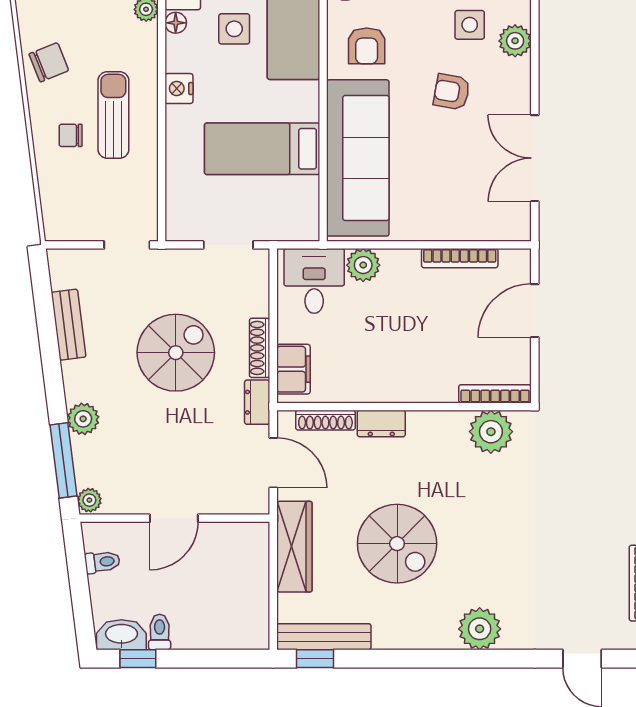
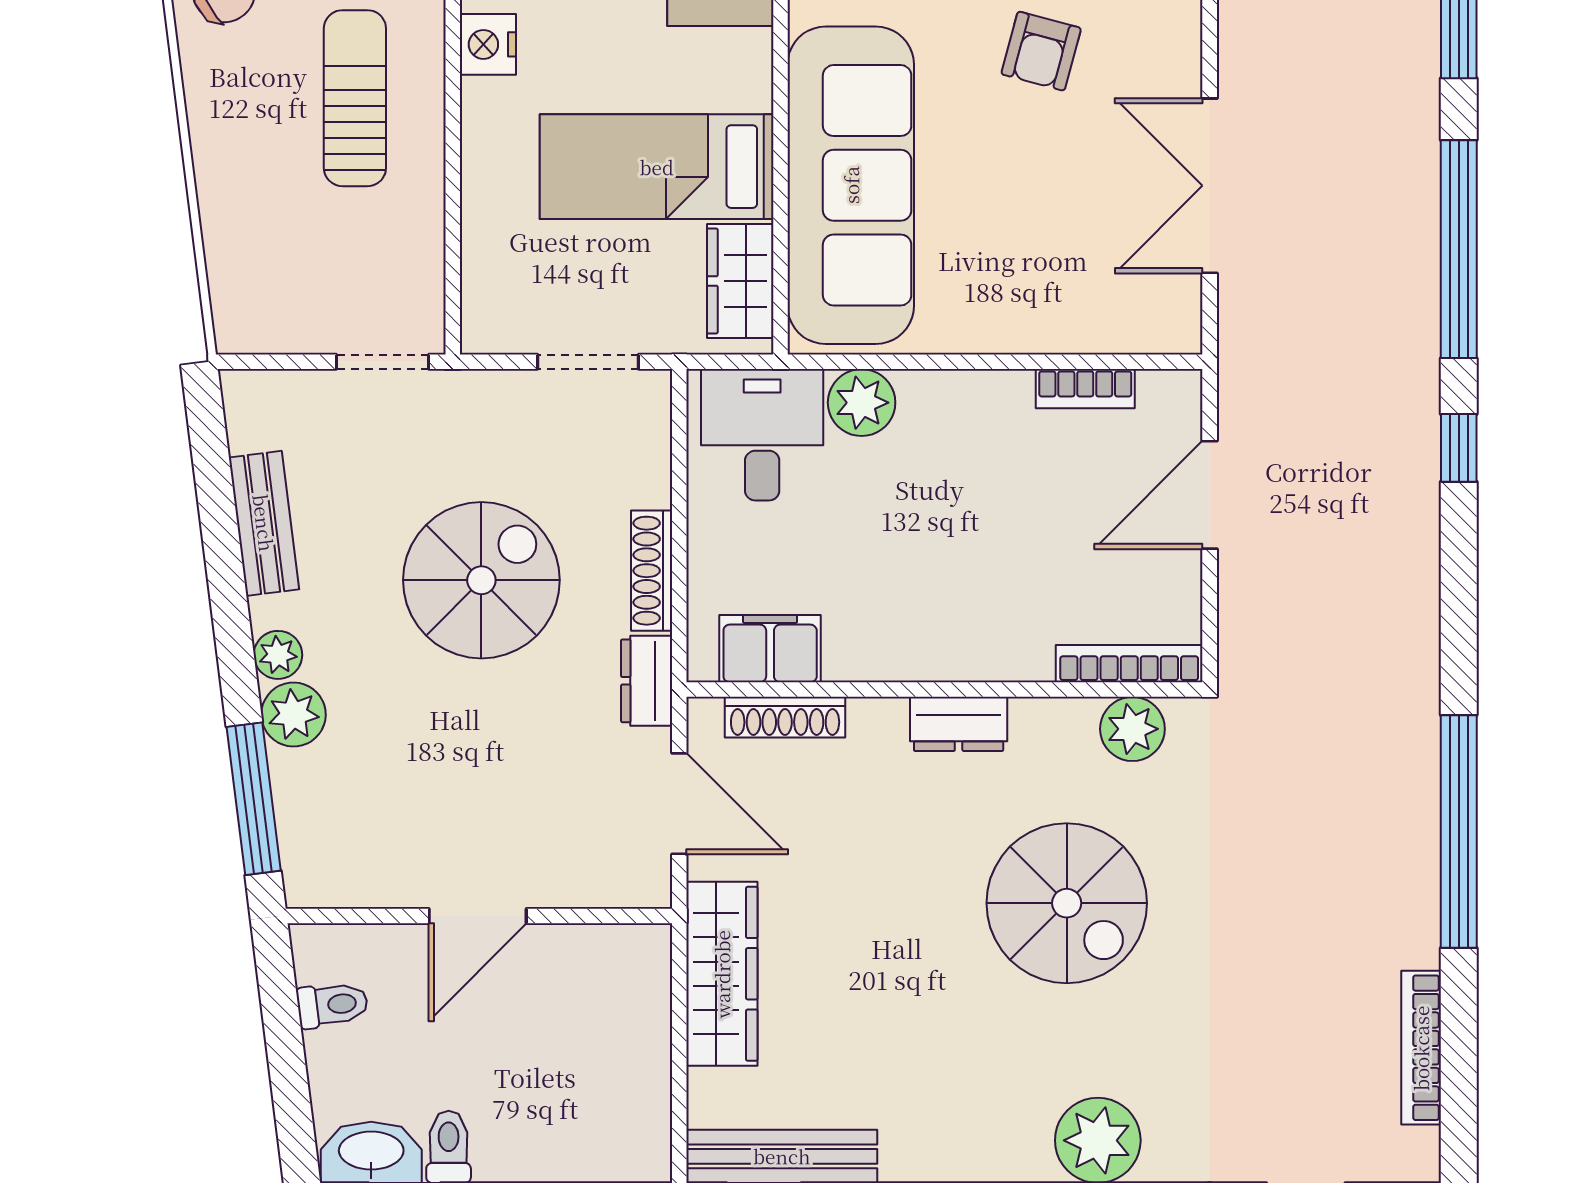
armchair: (452, 92) -> (1041, 51), turned -85
chair: (71, 135) -> (268, 140), removed
wardrobe: (303, 205) -> (740, 281), added
bookcase: (460, 258) -> (1085, 389), width x0.64
filing cabinet: (293, 369) -> (770, 649), moved, turned -90
dresser: (381, 423) -> (959, 724), moved
plant: (491, 432) -> (1132, 729), width x0.73, depth x0.73
plant: (89, 500) -> (278, 655), moved
spiral stairs: (397, 544) -> (1067, 903), moved

